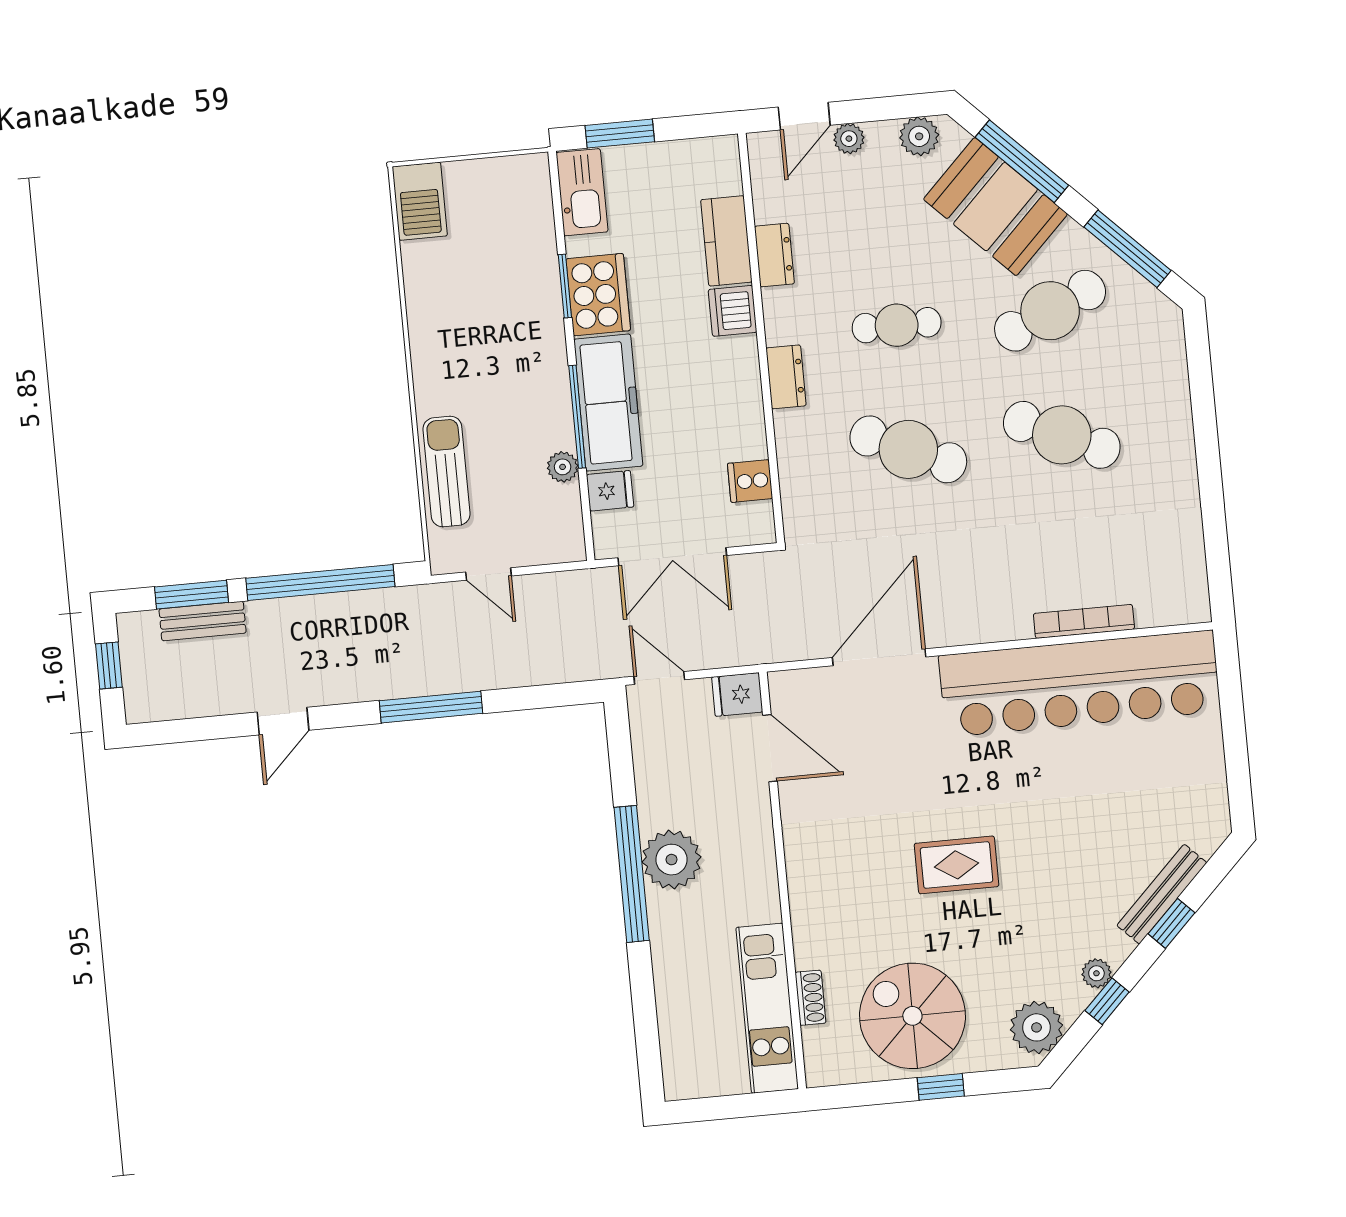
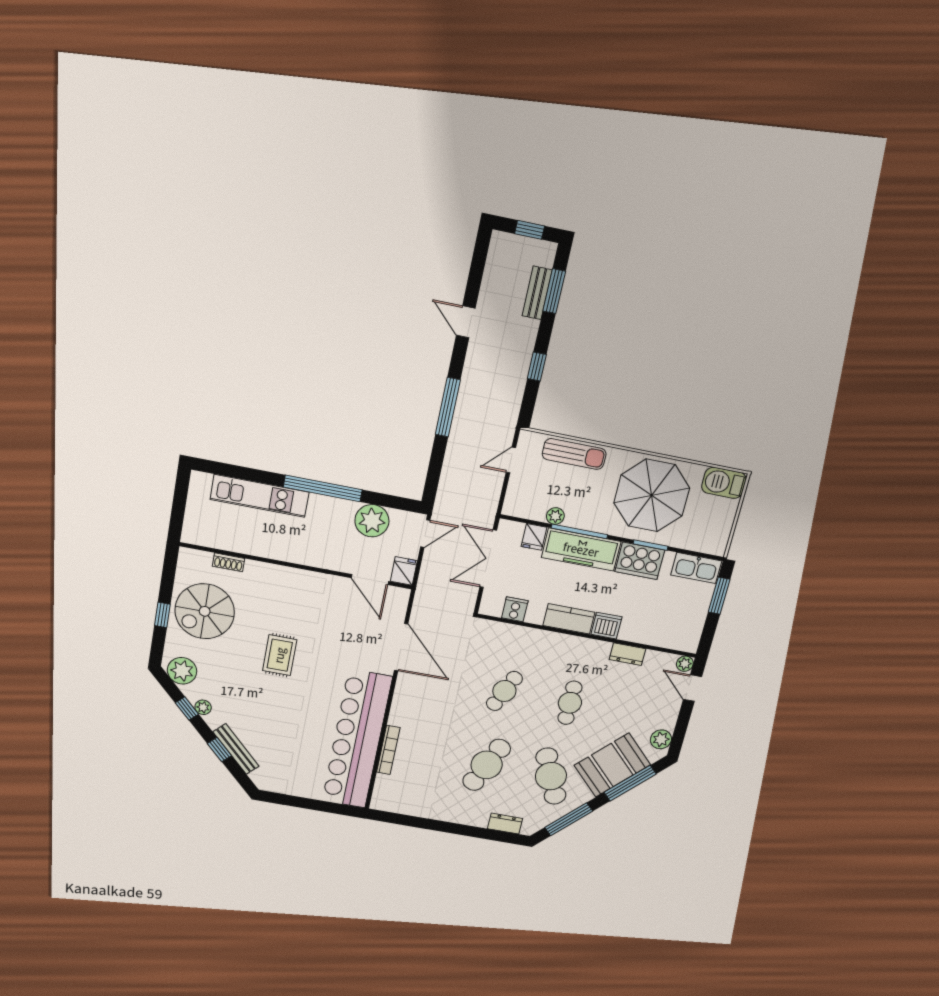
plant: (849, 139) -> (685, 664), moved
kitchen counter: (726, 241) -> (569, 619), moved
parasol: (478, 316) -> (652, 495), added
dresser: (786, 377) -> (505, 824), moved, turned 180
cafe table: (908, 449) -> (504, 691), width x0.73, depth x0.74
window: (320, 582) -> (537, 367), width x0.32
door: (770, 748) -> (370, 580), hinge flipped
plant: (671, 860) -> (372, 521), moved
kitchen unit: (767, 1008) -> (260, 496), moved, turned 180
spiral stairs: (912, 1016) -> (205, 611), turned 180

